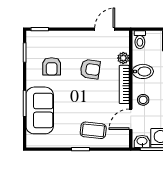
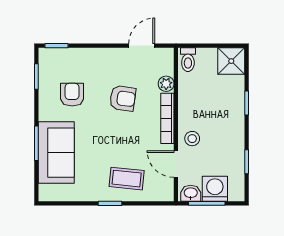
armchair: (52, 66) -> (72, 95), turned 180
bidet: (143, 71) -> (192, 101), removed
door: (131, 119) -> (176, 164), hinge flipped

